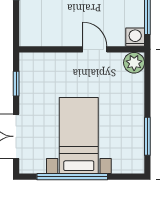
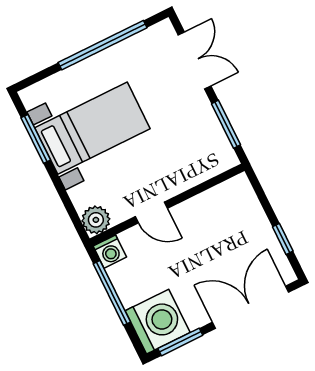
window: (16, 84) -> (226, 124), width x1.50
bed with nightstands: (79, 136) -> (92, 128), moved, turned -90

